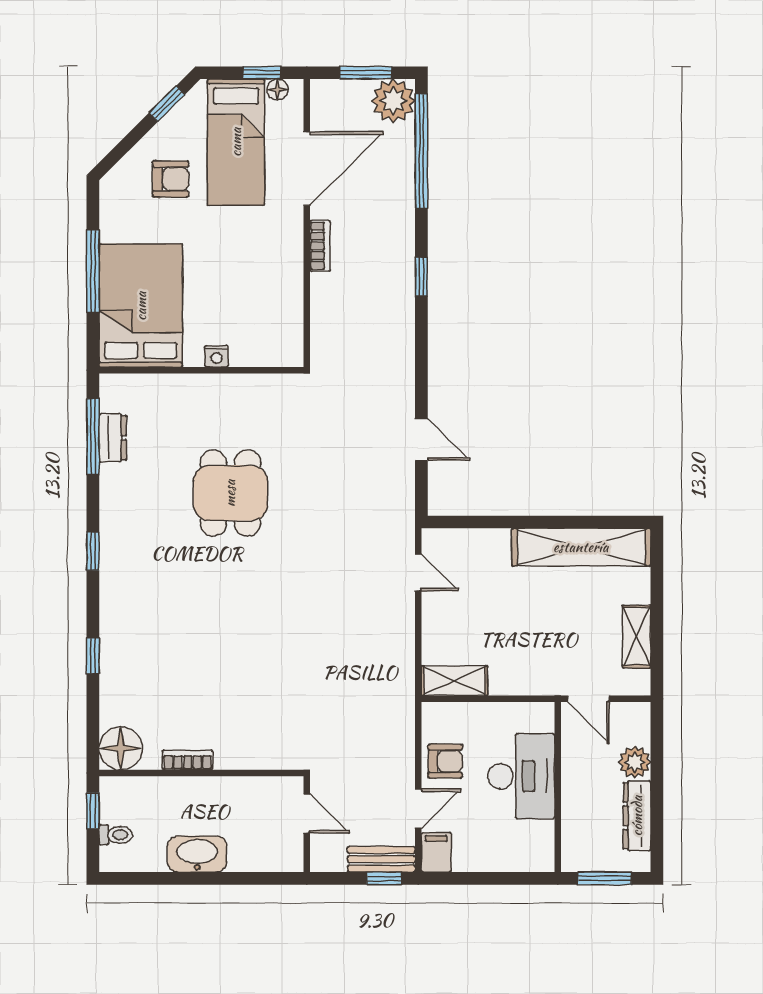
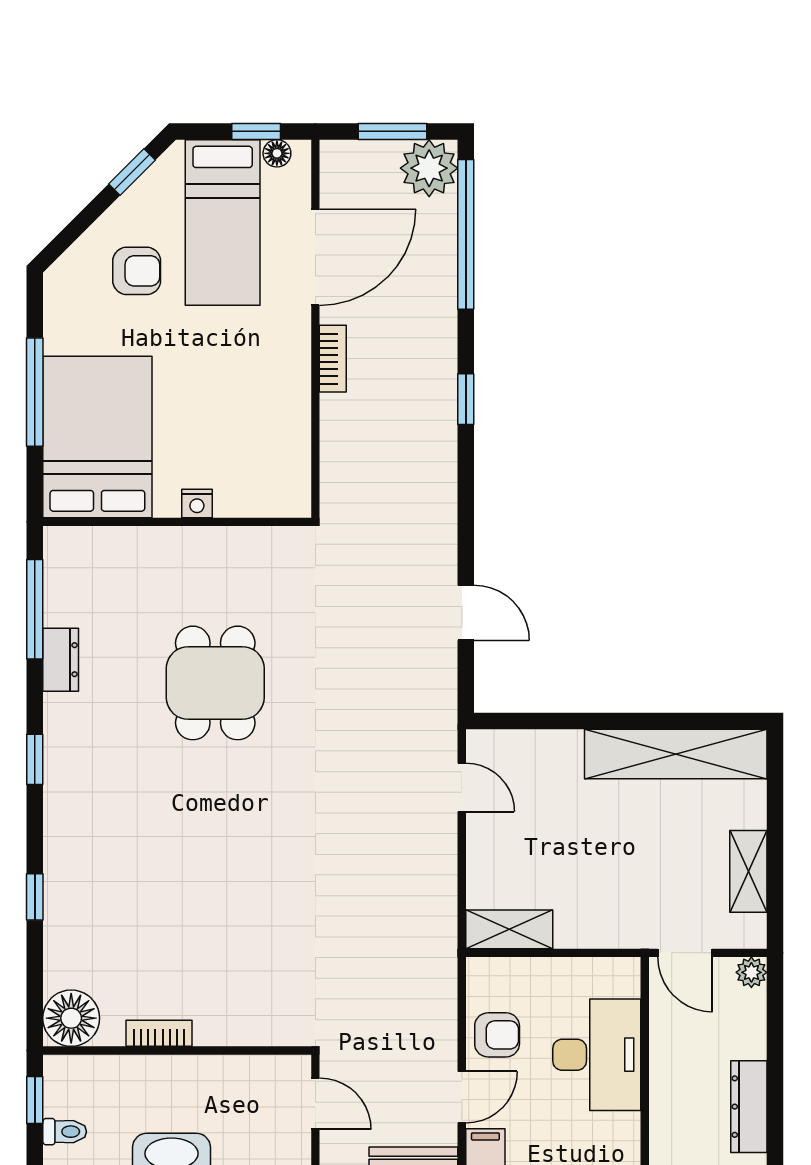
dresser: (113, 438) -> (61, 660), moved
plant: (635, 762) -> (751, 972), moved, width x0.73, depth x0.73

